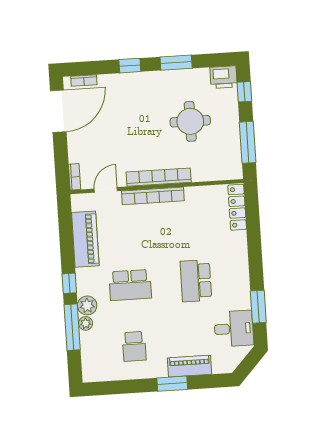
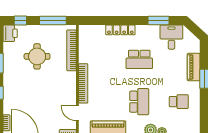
bookcase: (159, 177) -> (71, 50), moved
locker: (237, 207) -> (120, 30), moved

